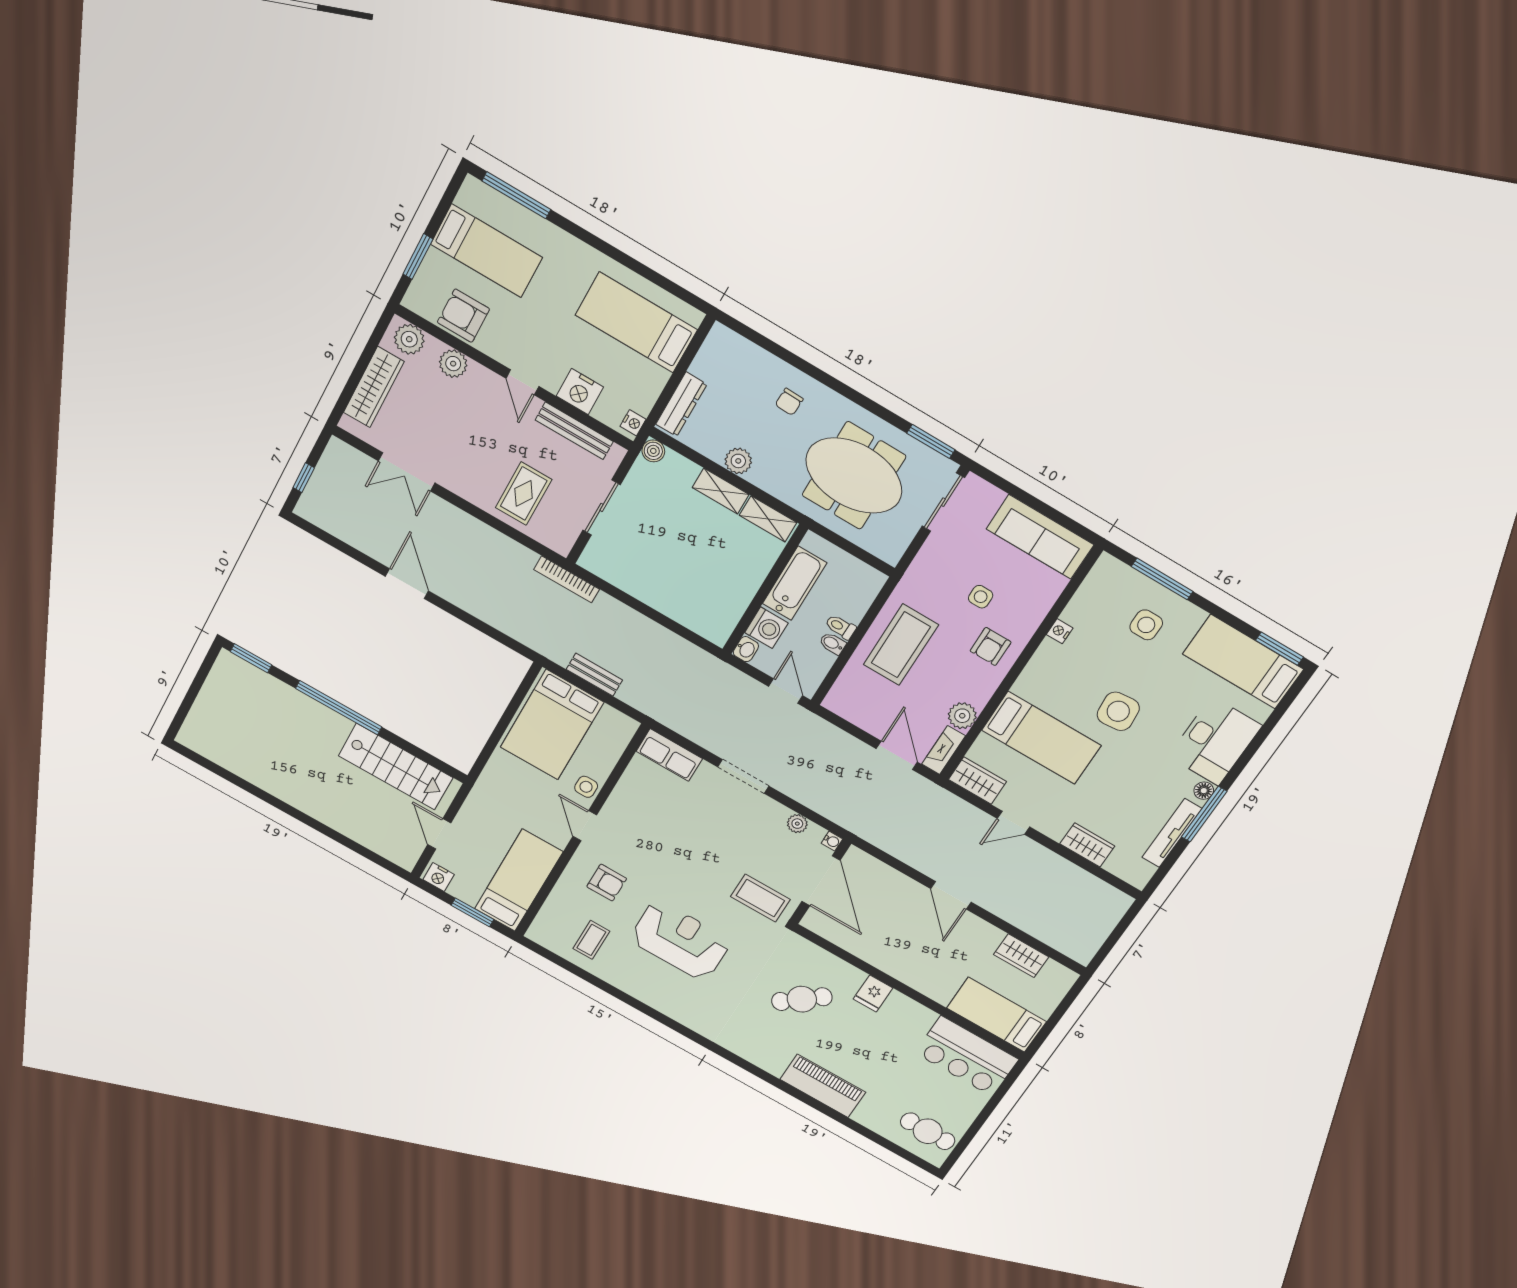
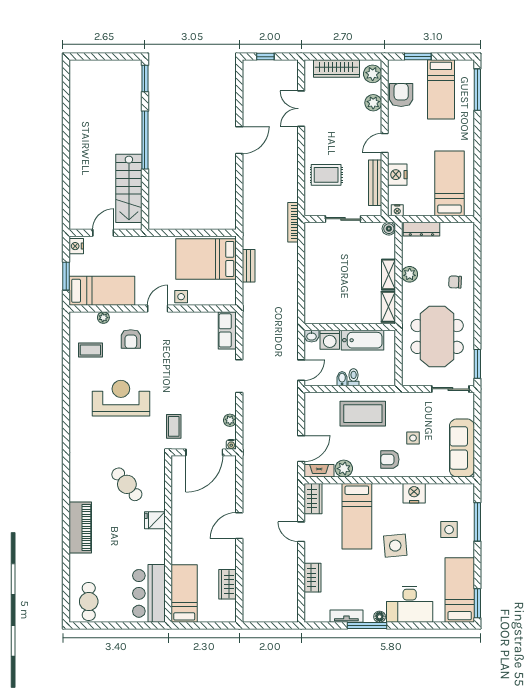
nightstand: (1060, 631) -> (414, 493), width x1.89, depth x1.79
tv unit: (1172, 833) -> (346, 616), width x0.71
coffee table: (760, 898) -> (174, 426), width x0.73, depth x0.77
plant: (557, 899) -> (103, 318), added
reception desk: (680, 940) -> (121, 398), turned -90

